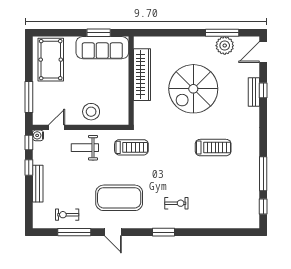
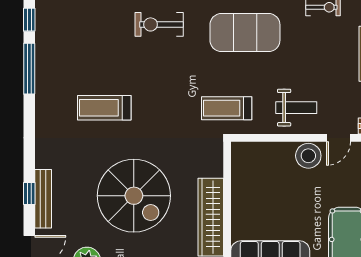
spiral stairs: (193, 89) -> (134, 196), turned 90
bench: (254, 92) -> (43, 199), width x1.36
stool: (91, 112) -> (308, 156), moved
exercise bike: (176, 203) -> (159, 24), width x1.38, depth x1.39

